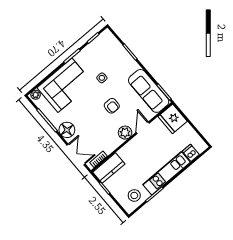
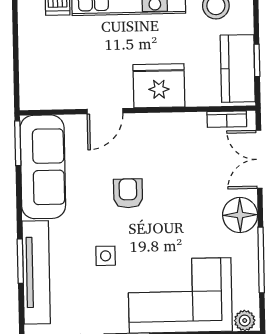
tv unit: (121, 53) -> (36, 272), added
fridge: (173, 119) -> (159, 86), moved, turned -90
plant: (125, 133) -> (143, 128), removed
kitchen counter: (109, 168) -> (238, 68), moved, turned -90

